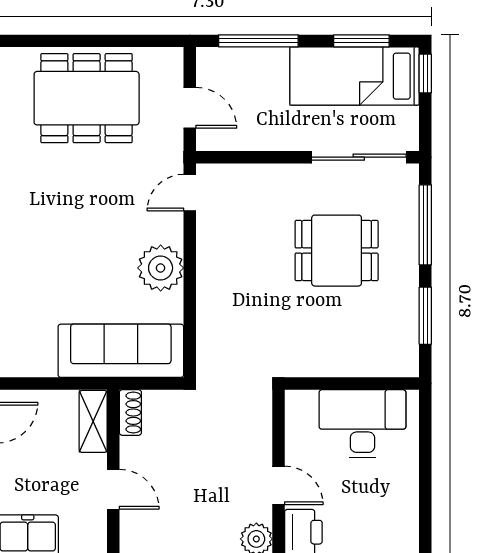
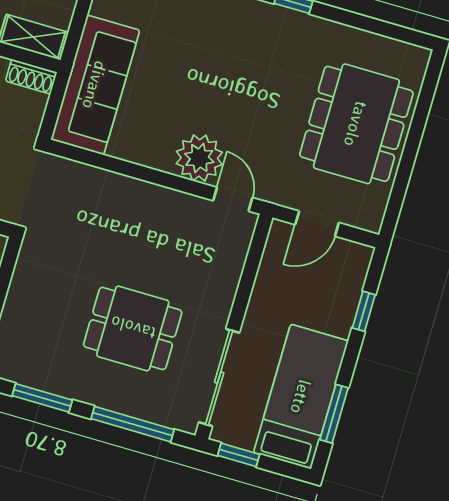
window: (258, 41) -> (364, 311), width x0.46
window: (425, 73) -> (239, 455), moved
dining table: (337, 251) -> (133, 328), turned 90
plant: (161, 268) -> (199, 158), moved

